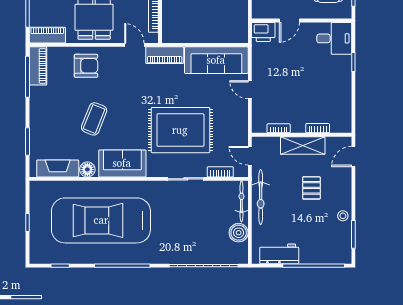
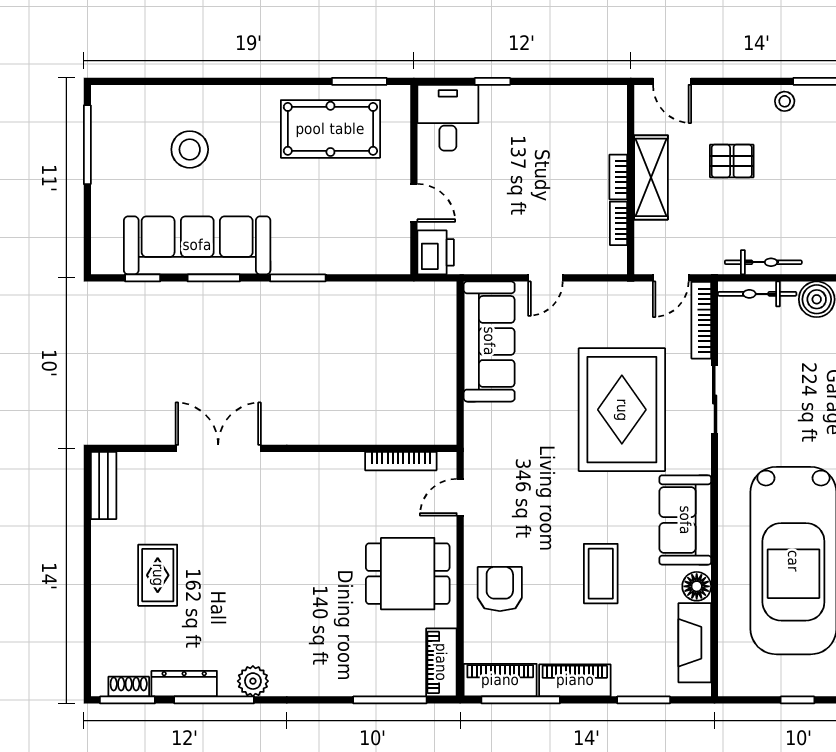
piano: (165, 55) -> (575, 680), moved, turned -90
coffee table: (94, 119) -> (601, 574), turned 68
bookcase: (318, 128) -> (618, 177), moved
bookcase: (220, 172) -> (701, 320), width x1.56
bicycle: (261, 197) -> (763, 262), width x0.73, depth x0.71

